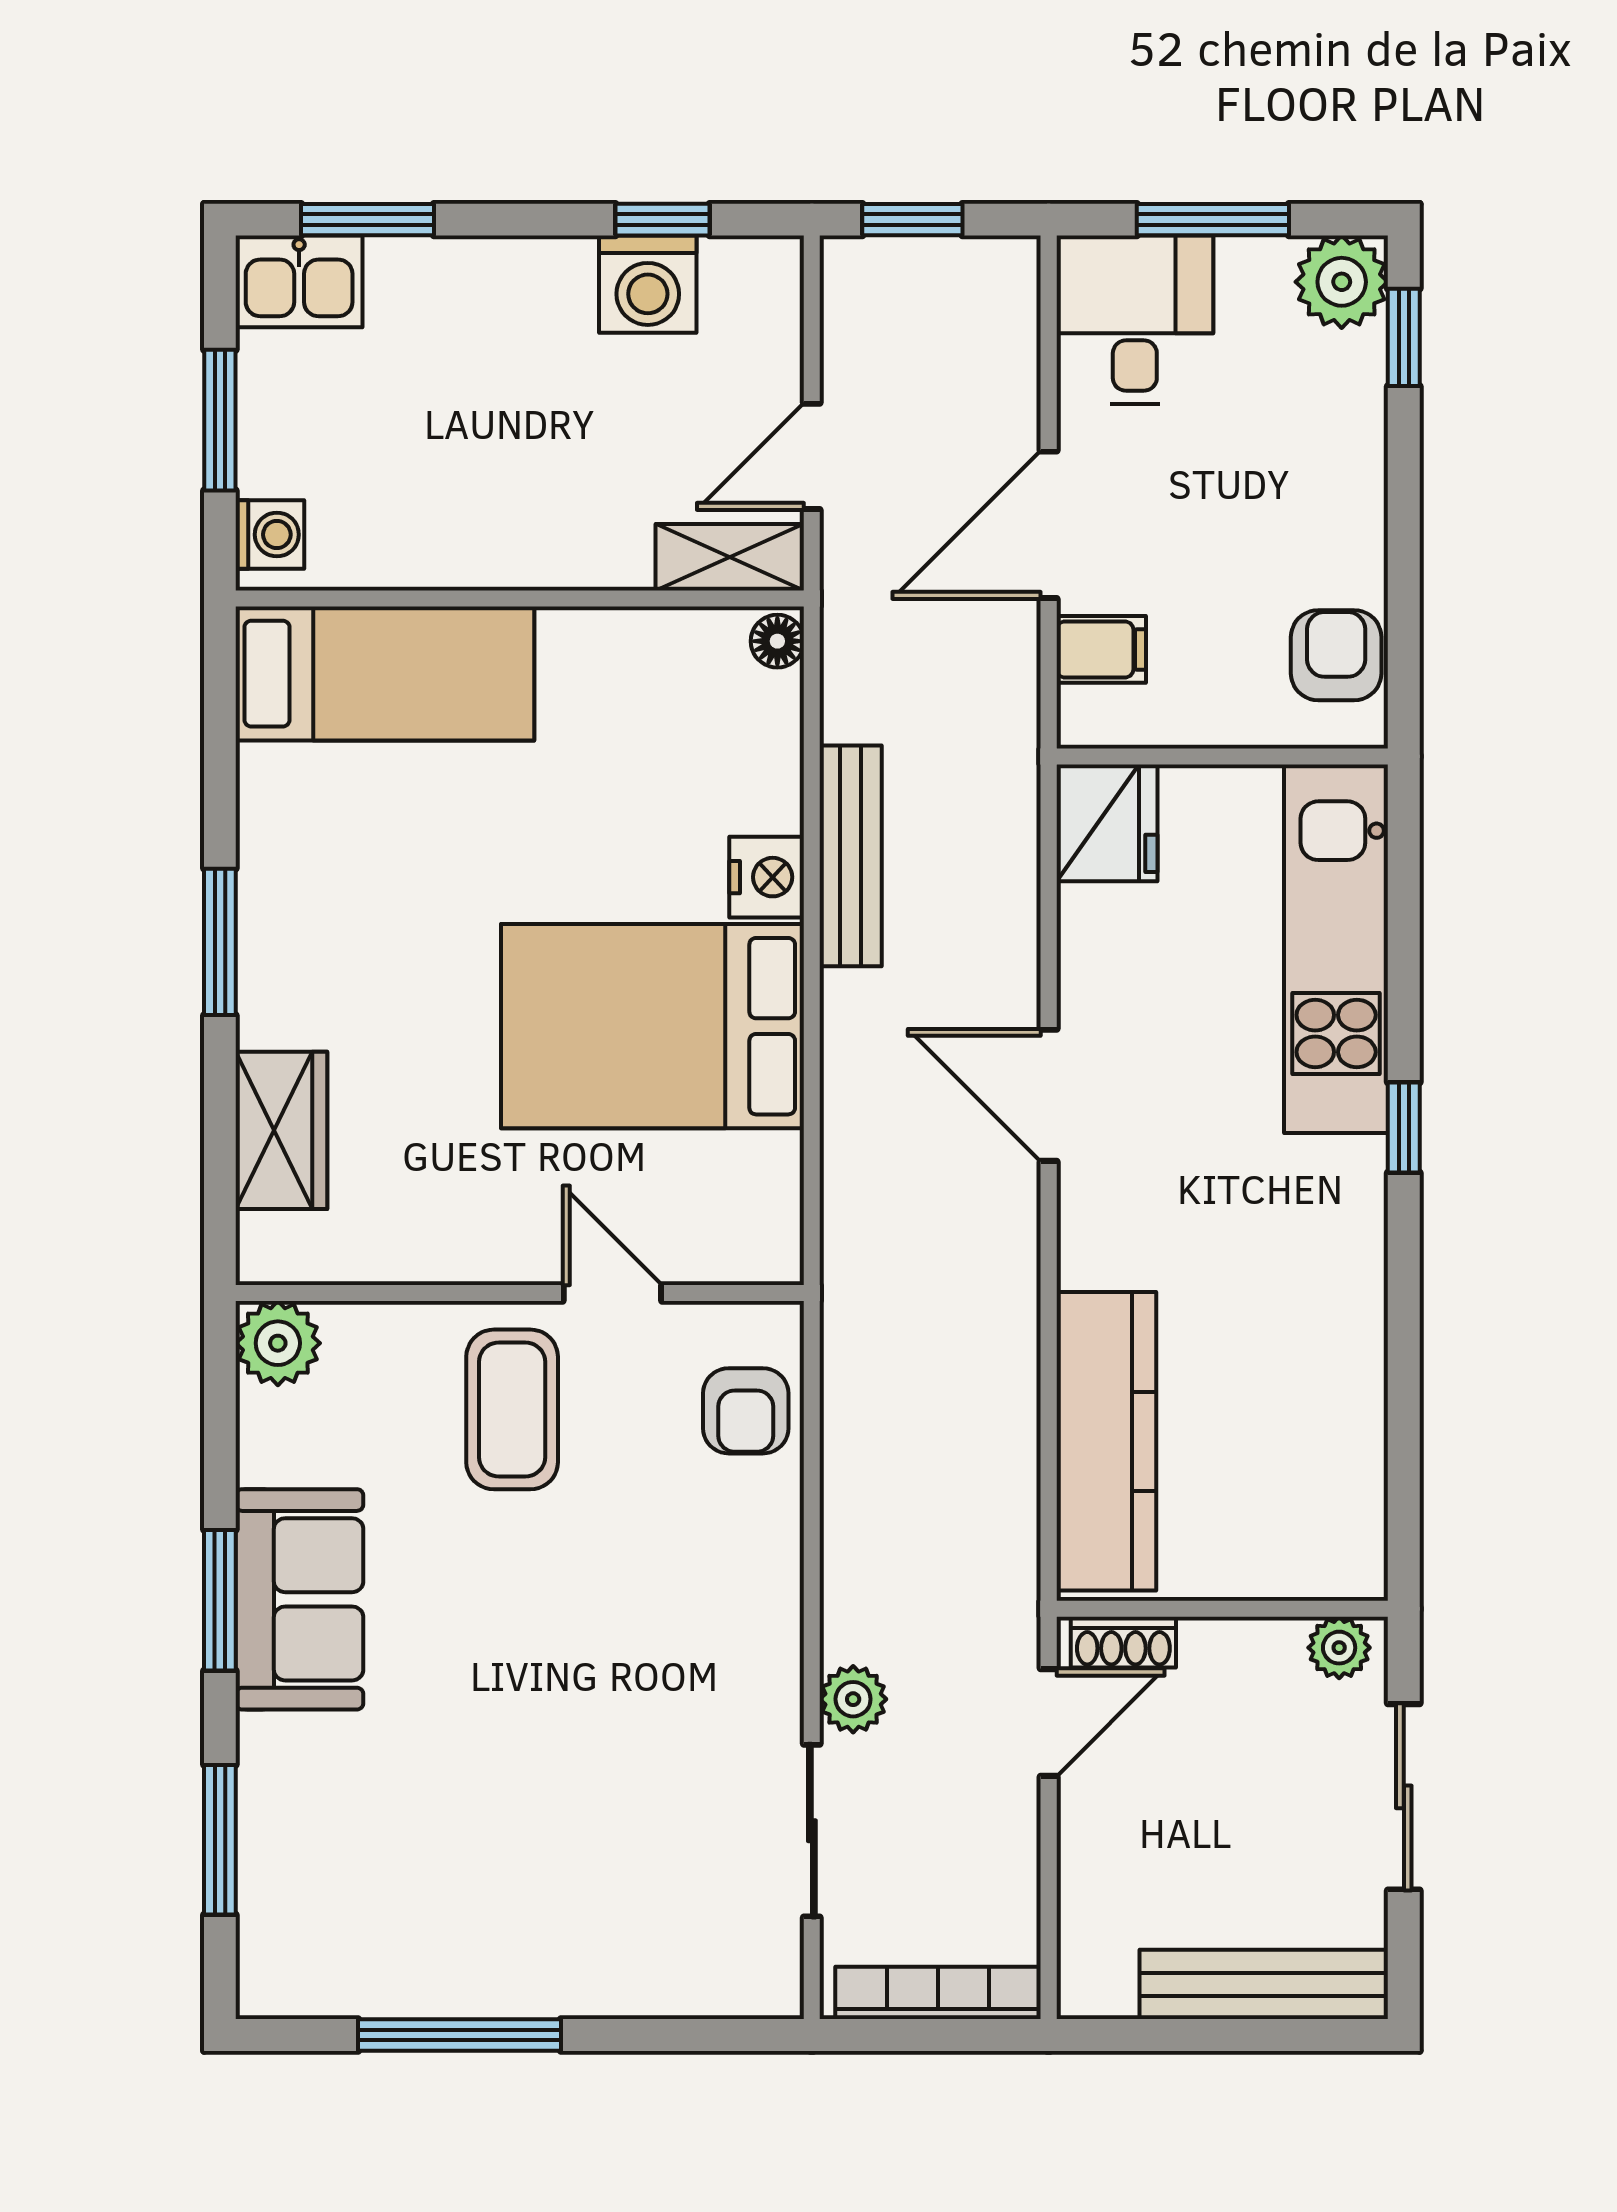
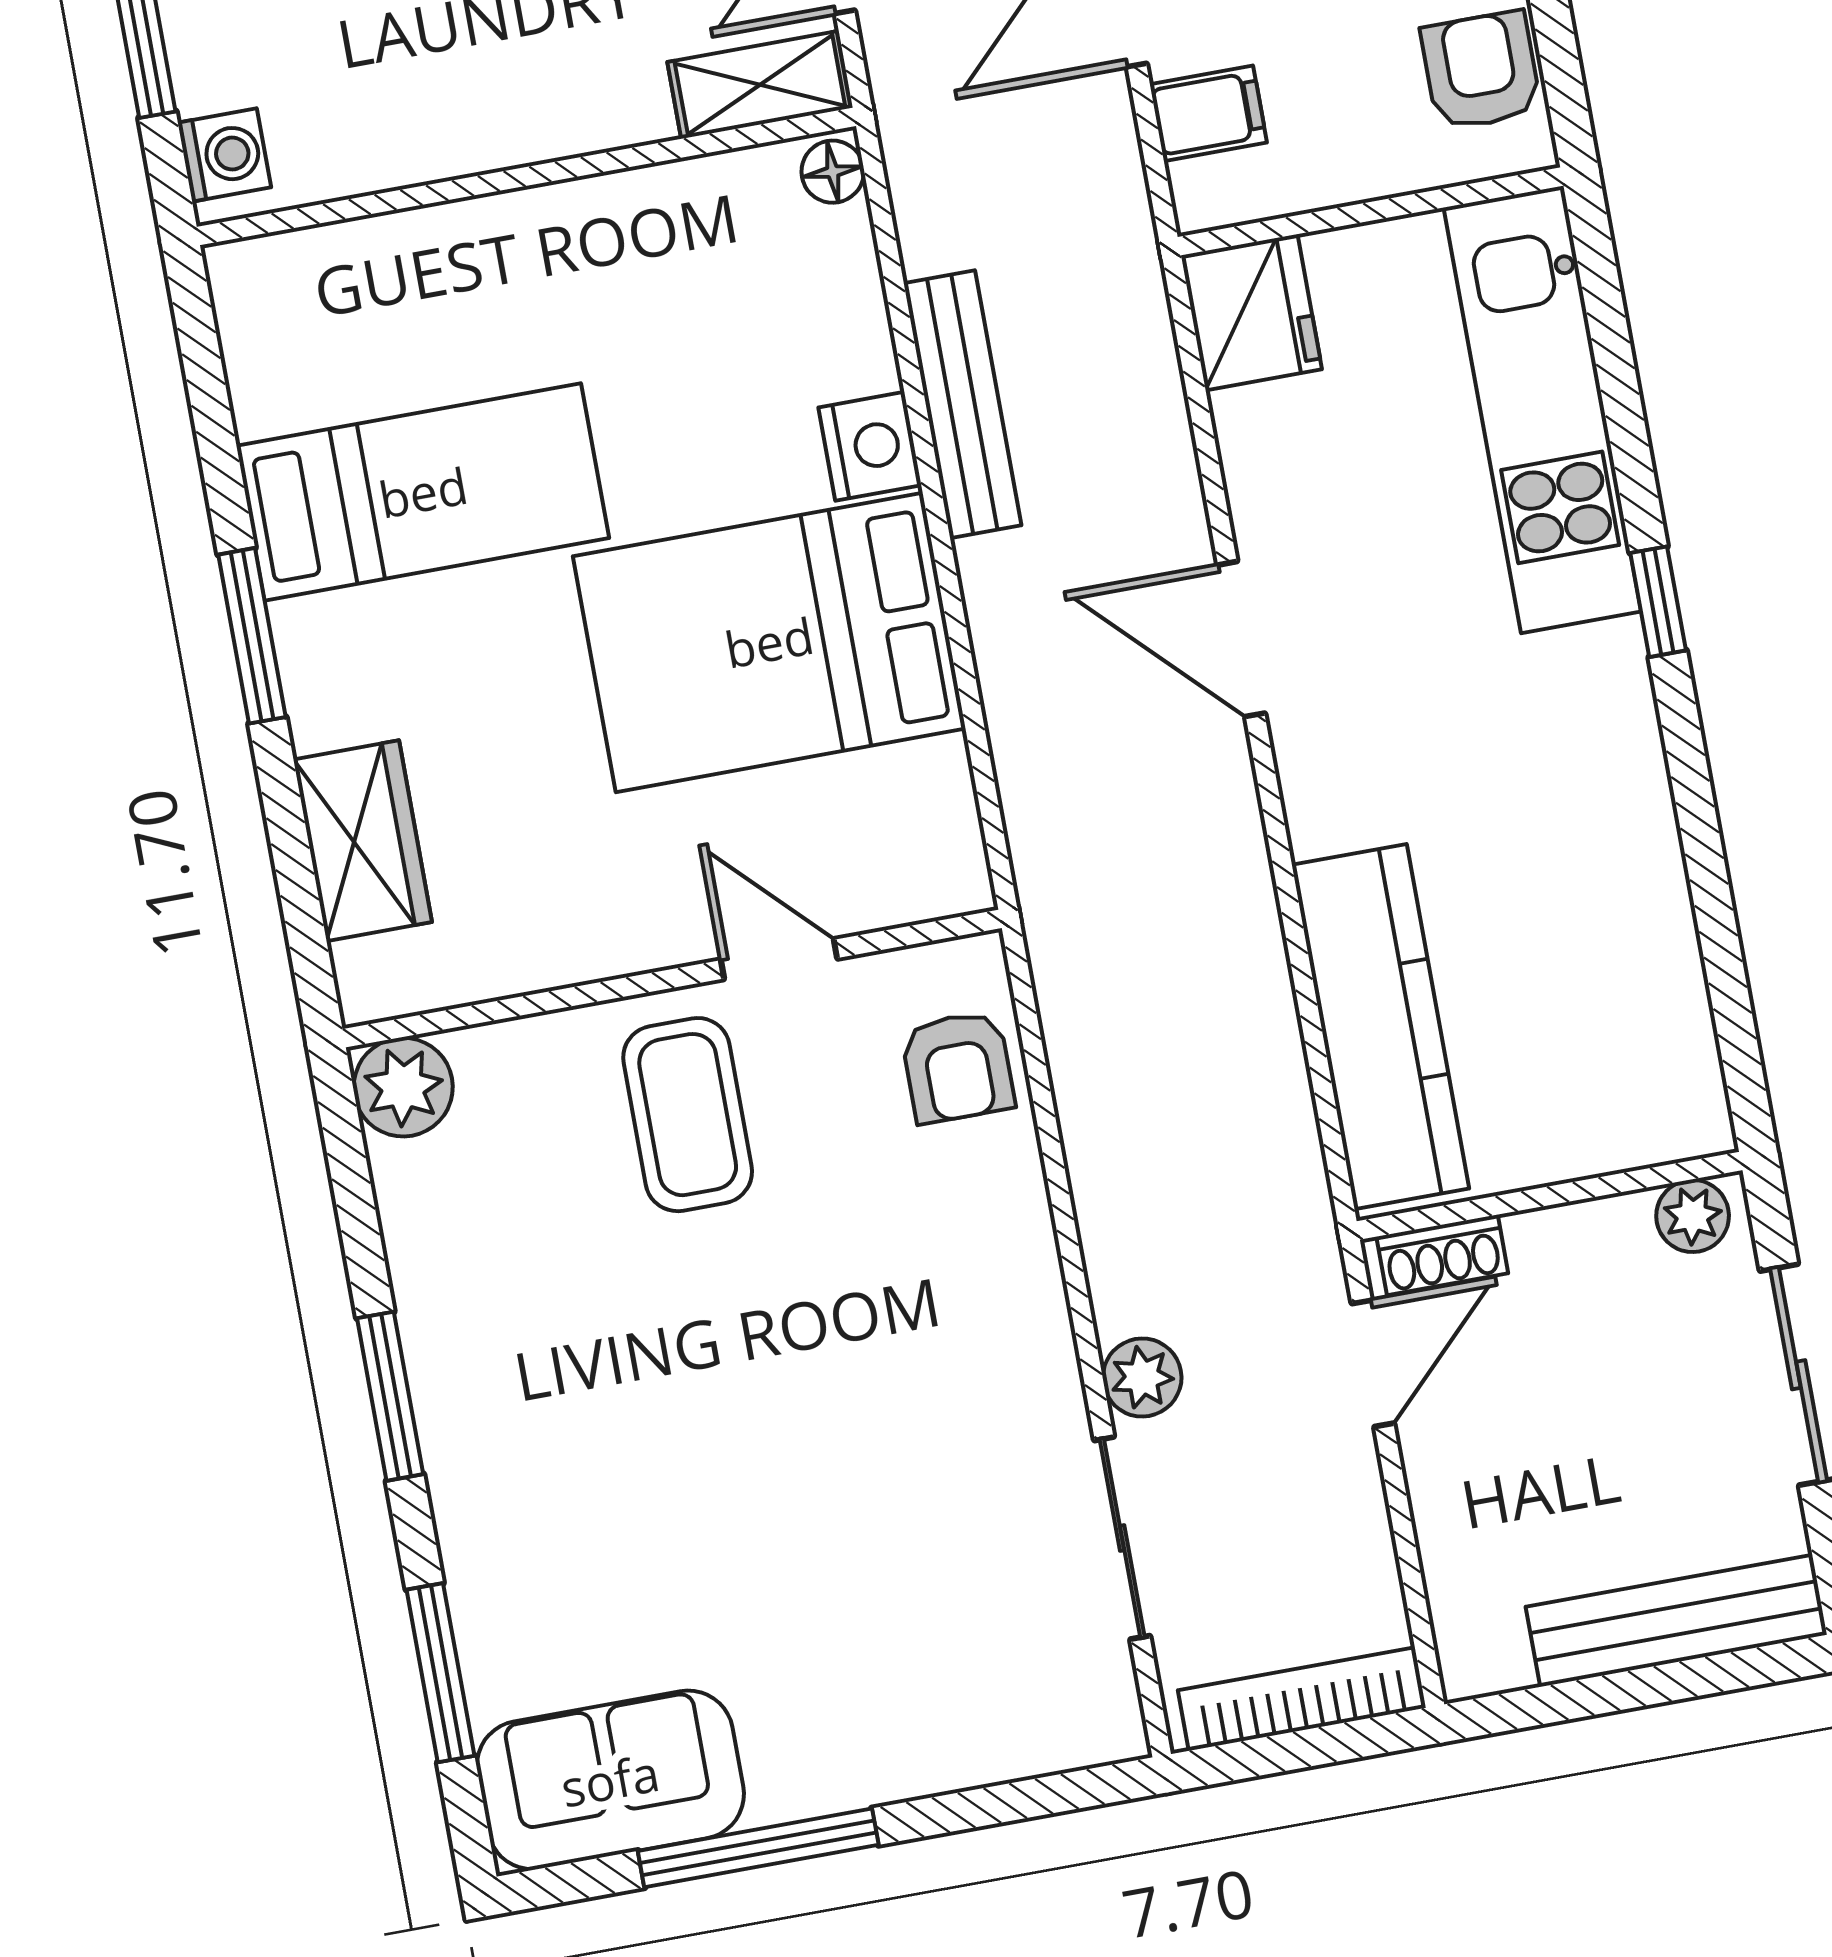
bed: (385, 674) -> (423, 492), moved
sofa: (299, 1599) -> (610, 1780), moved, turned -90

